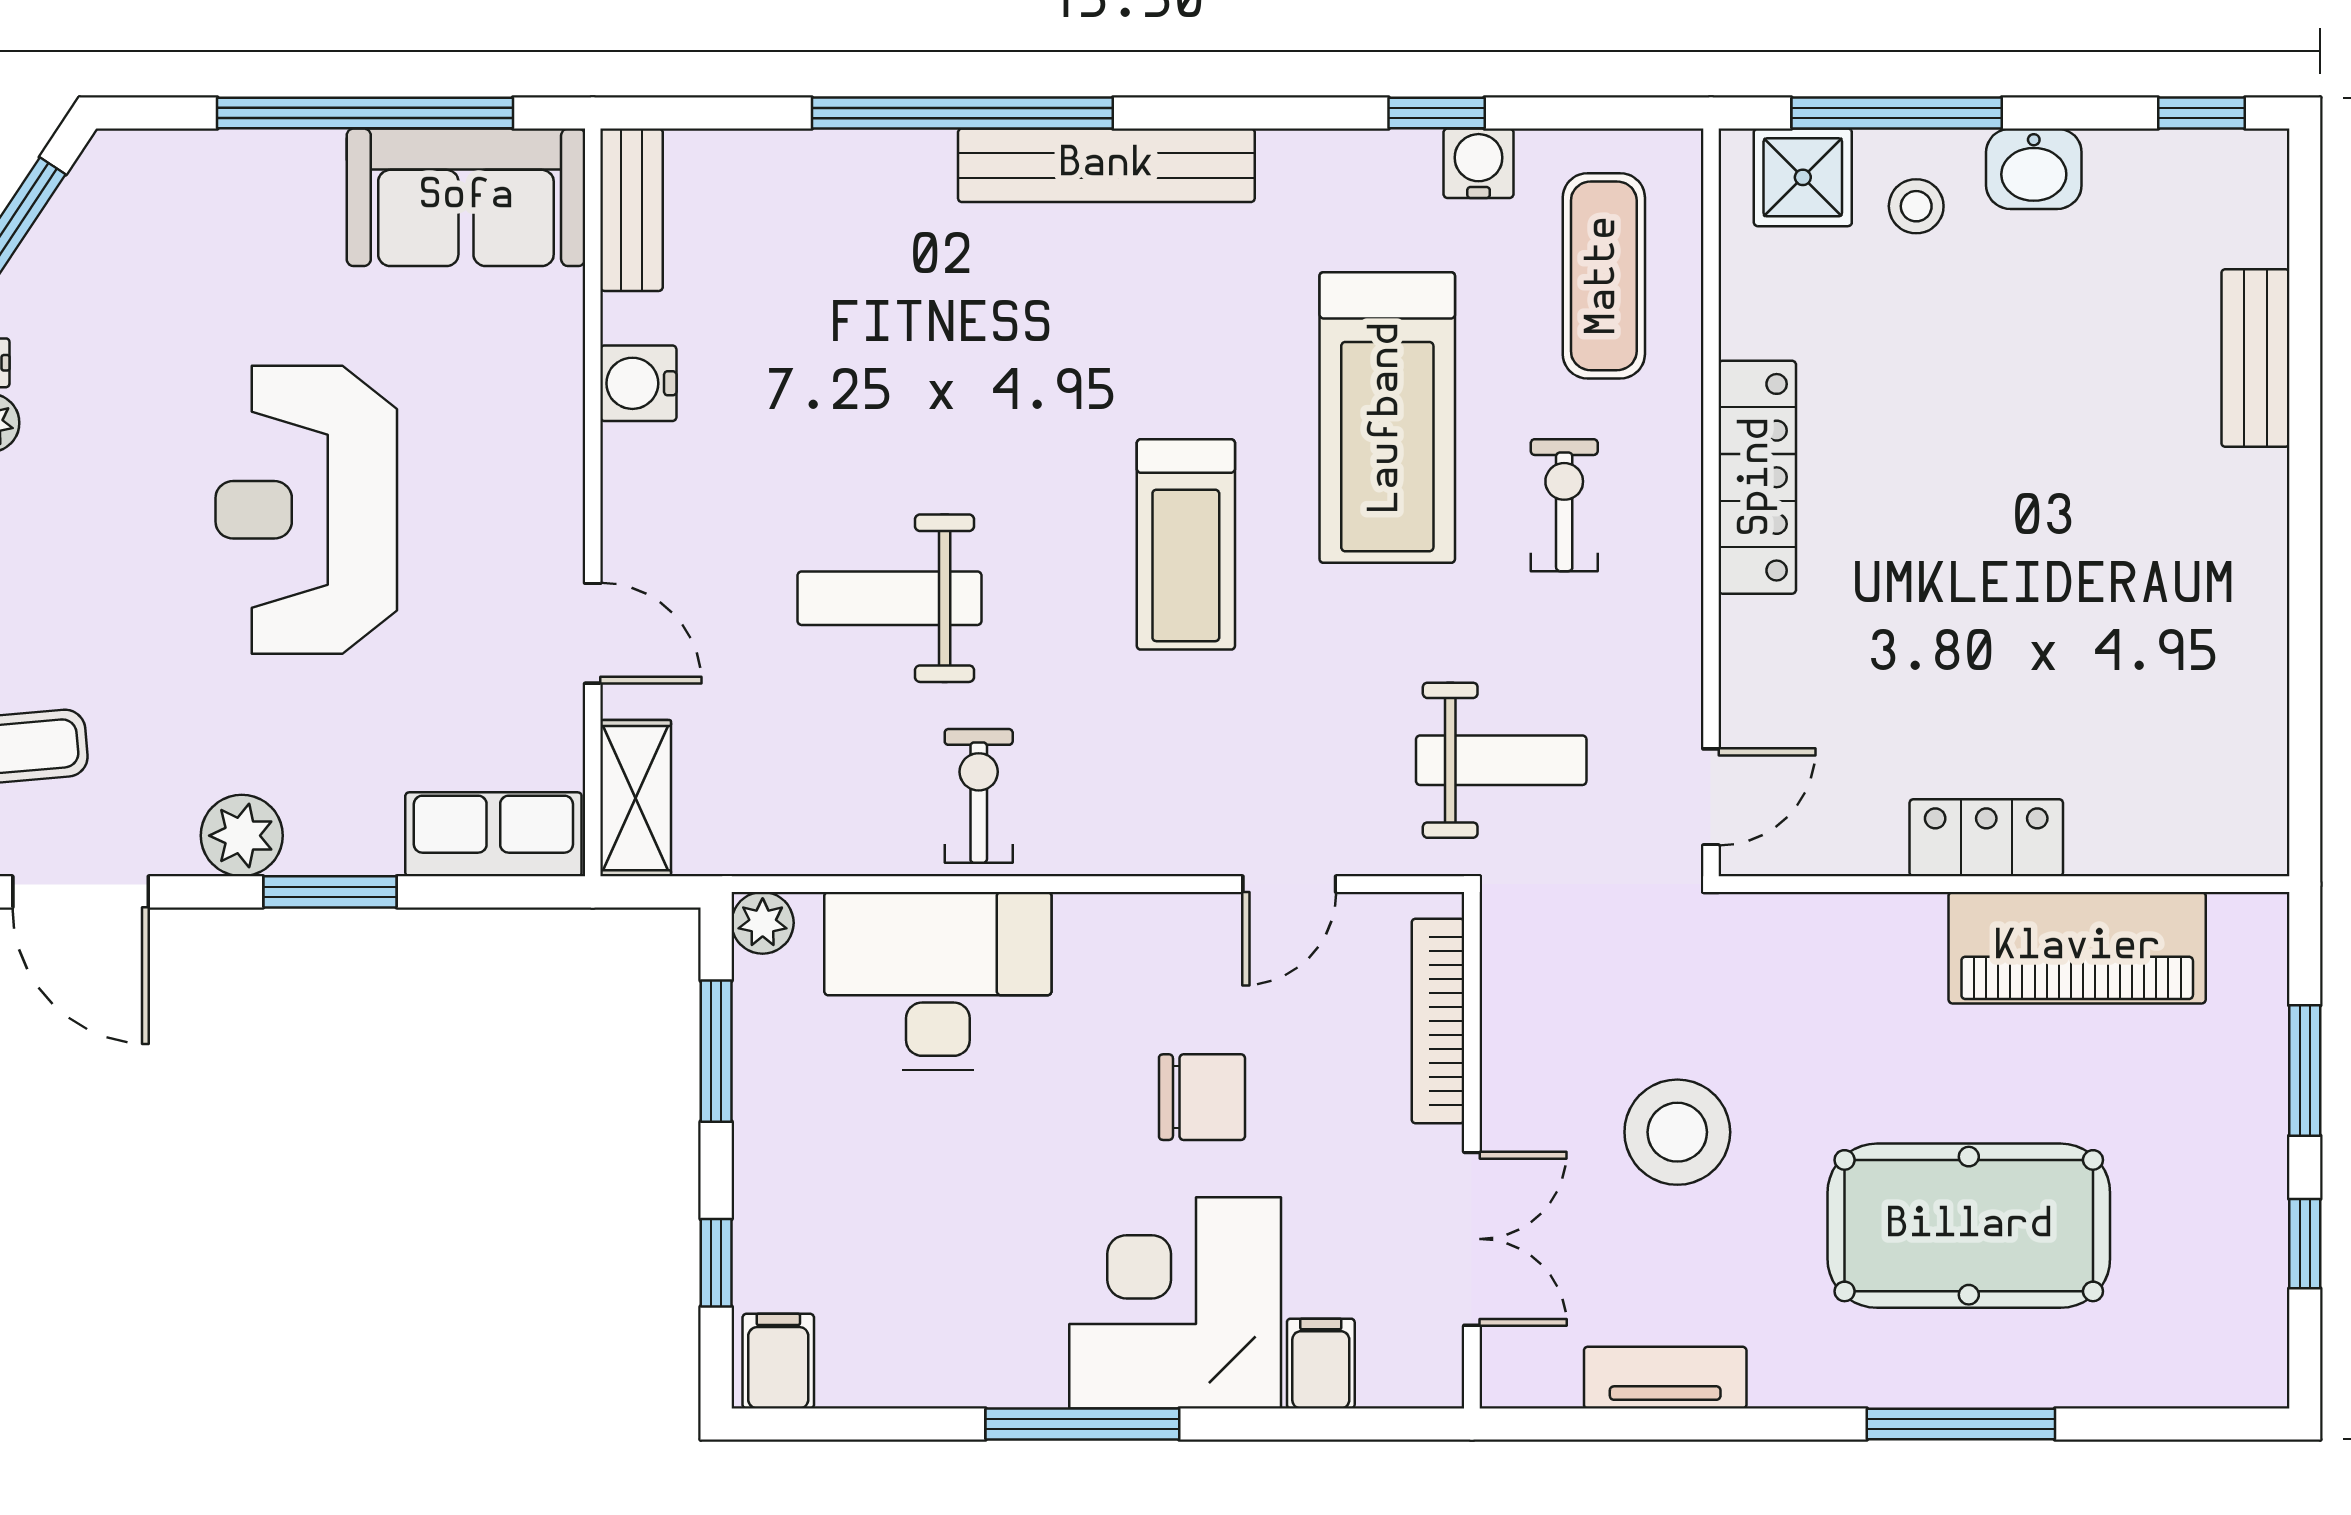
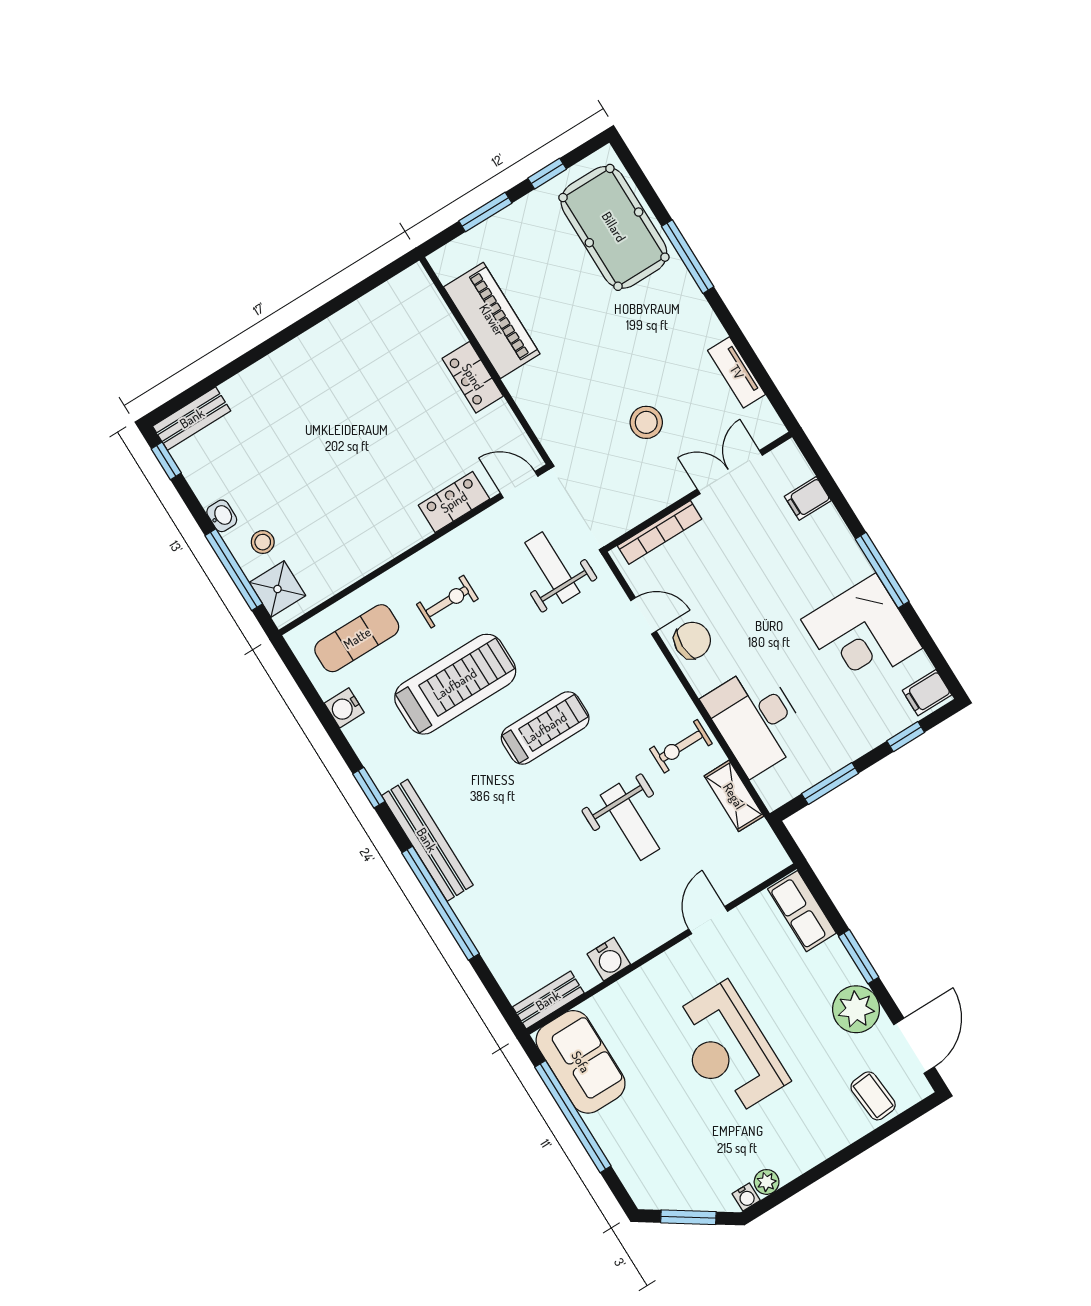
window: (1437, 113) -> (369, 788), moved
washbasin: (2034, 169) -> (222, 516), width x0.72, depth x0.69
bench: (2255, 358) -> (192, 418), moved
locker: (1757, 477) -> (454, 502), moved, width x0.66
exercise bike: (1564, 505) -> (447, 602), turned 180
reception desk: (306, 510) -> (728, 1050), turned 90
shelving: (636, 798) -> (734, 796), moved, turned 90
plant: (242, 836) -> (856, 1009), width x1.36, depth x1.36
plant: (763, 923) -> (774, 795), removed
chair: (1202, 1097) -> (692, 640), moved, turned 90
stool: (1677, 1132) -> (646, 422), width x0.73, depth x0.73
pool table: (1969, 1226) -> (614, 227), moved
corner desk: (1175, 1303) -> (862, 634), moved

